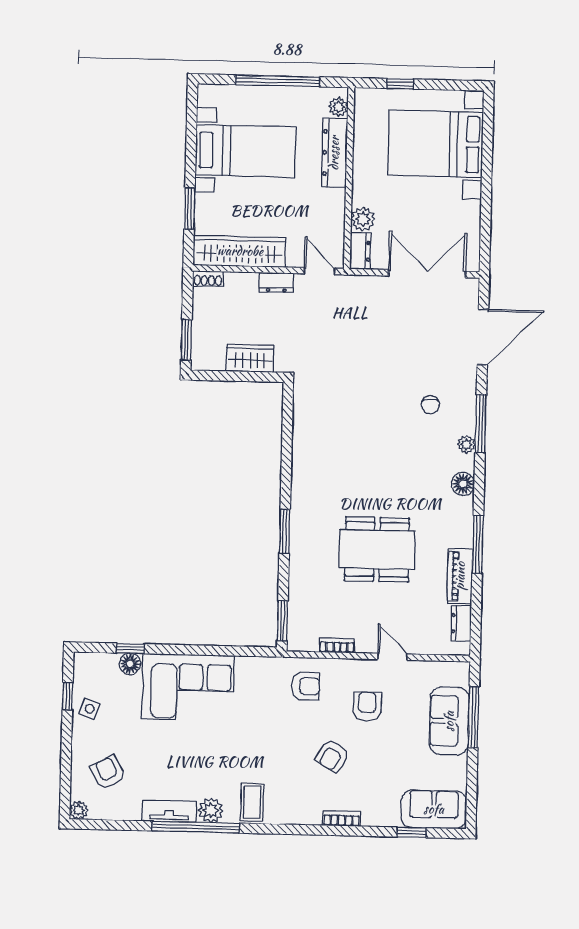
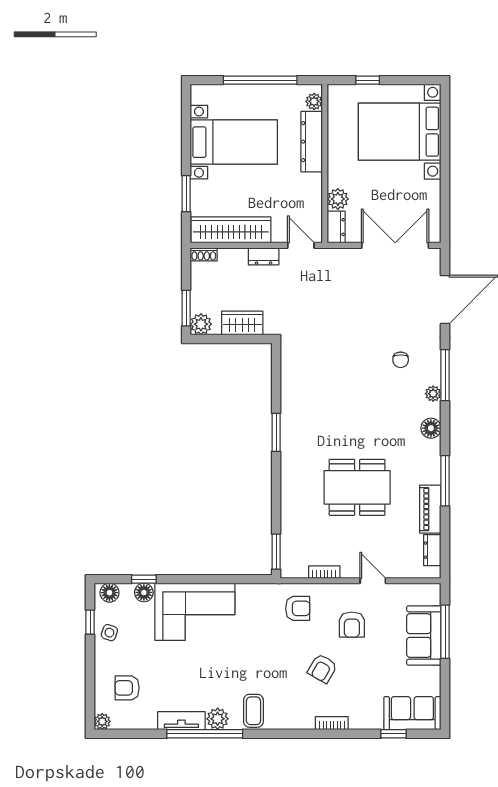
plant: (203, 358) -> (201, 324), added
window: (285, 531) -> (276, 432), moved
floor lamp: (91, 663) -> (109, 593), added
armchair: (367, 706) -> (352, 625), turned 180
armchair: (108, 772) -> (127, 688), turned -61

